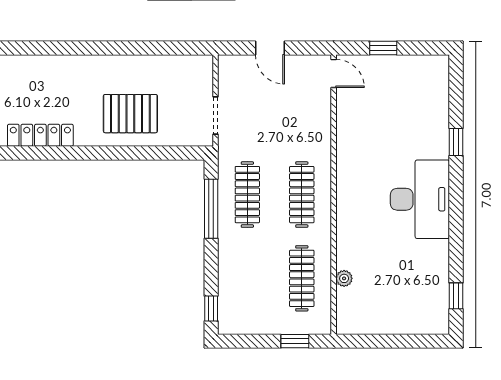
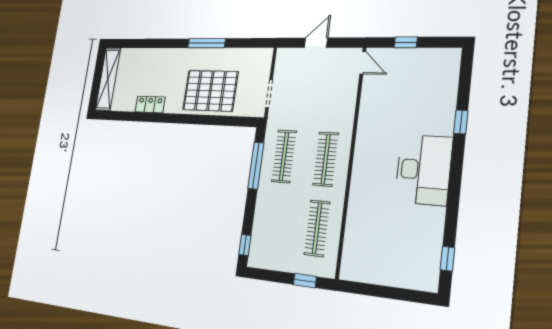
window: (114, 48) -> (207, 43), added
door: (270, 48) -> (316, 43), swing flipped
pallet: (130, 114) -> (210, 91), width x1.37, depth x1.41
locker: (40, 135) -> (150, 104), width x0.66
plant: (344, 278) -> (351, 232), removed

